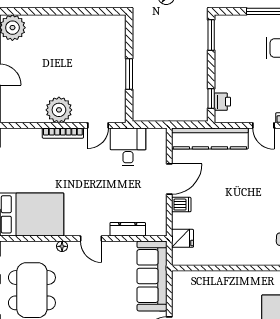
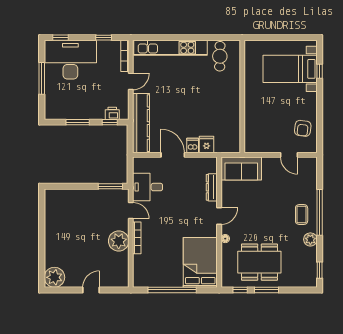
window: (211, 35) -> (78, 122), moved
window: (129, 74) -> (110, 186), moved
fridge: (183, 238) -> (207, 144), moved
sofa: (152, 276) -> (241, 168), width x0.73

